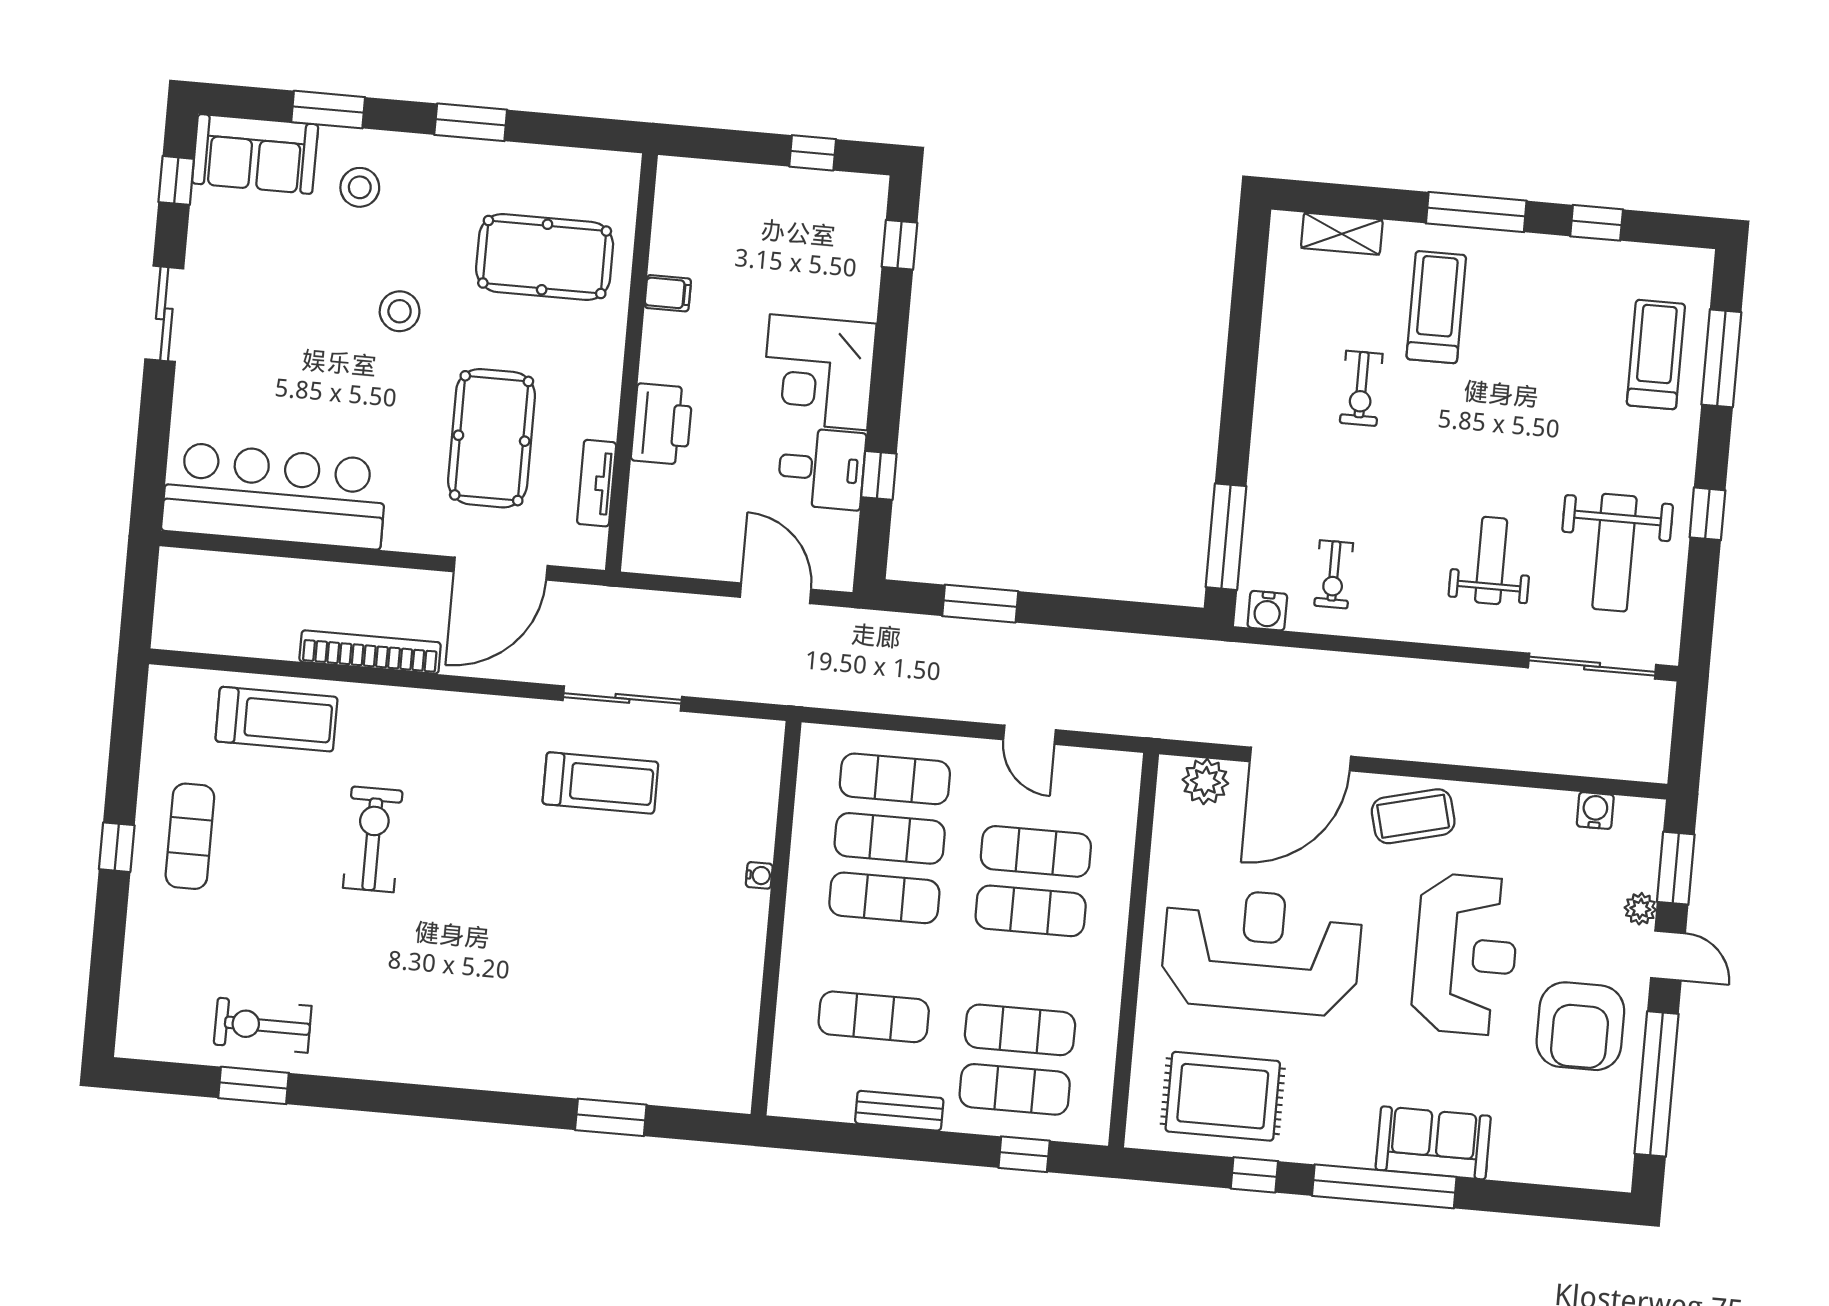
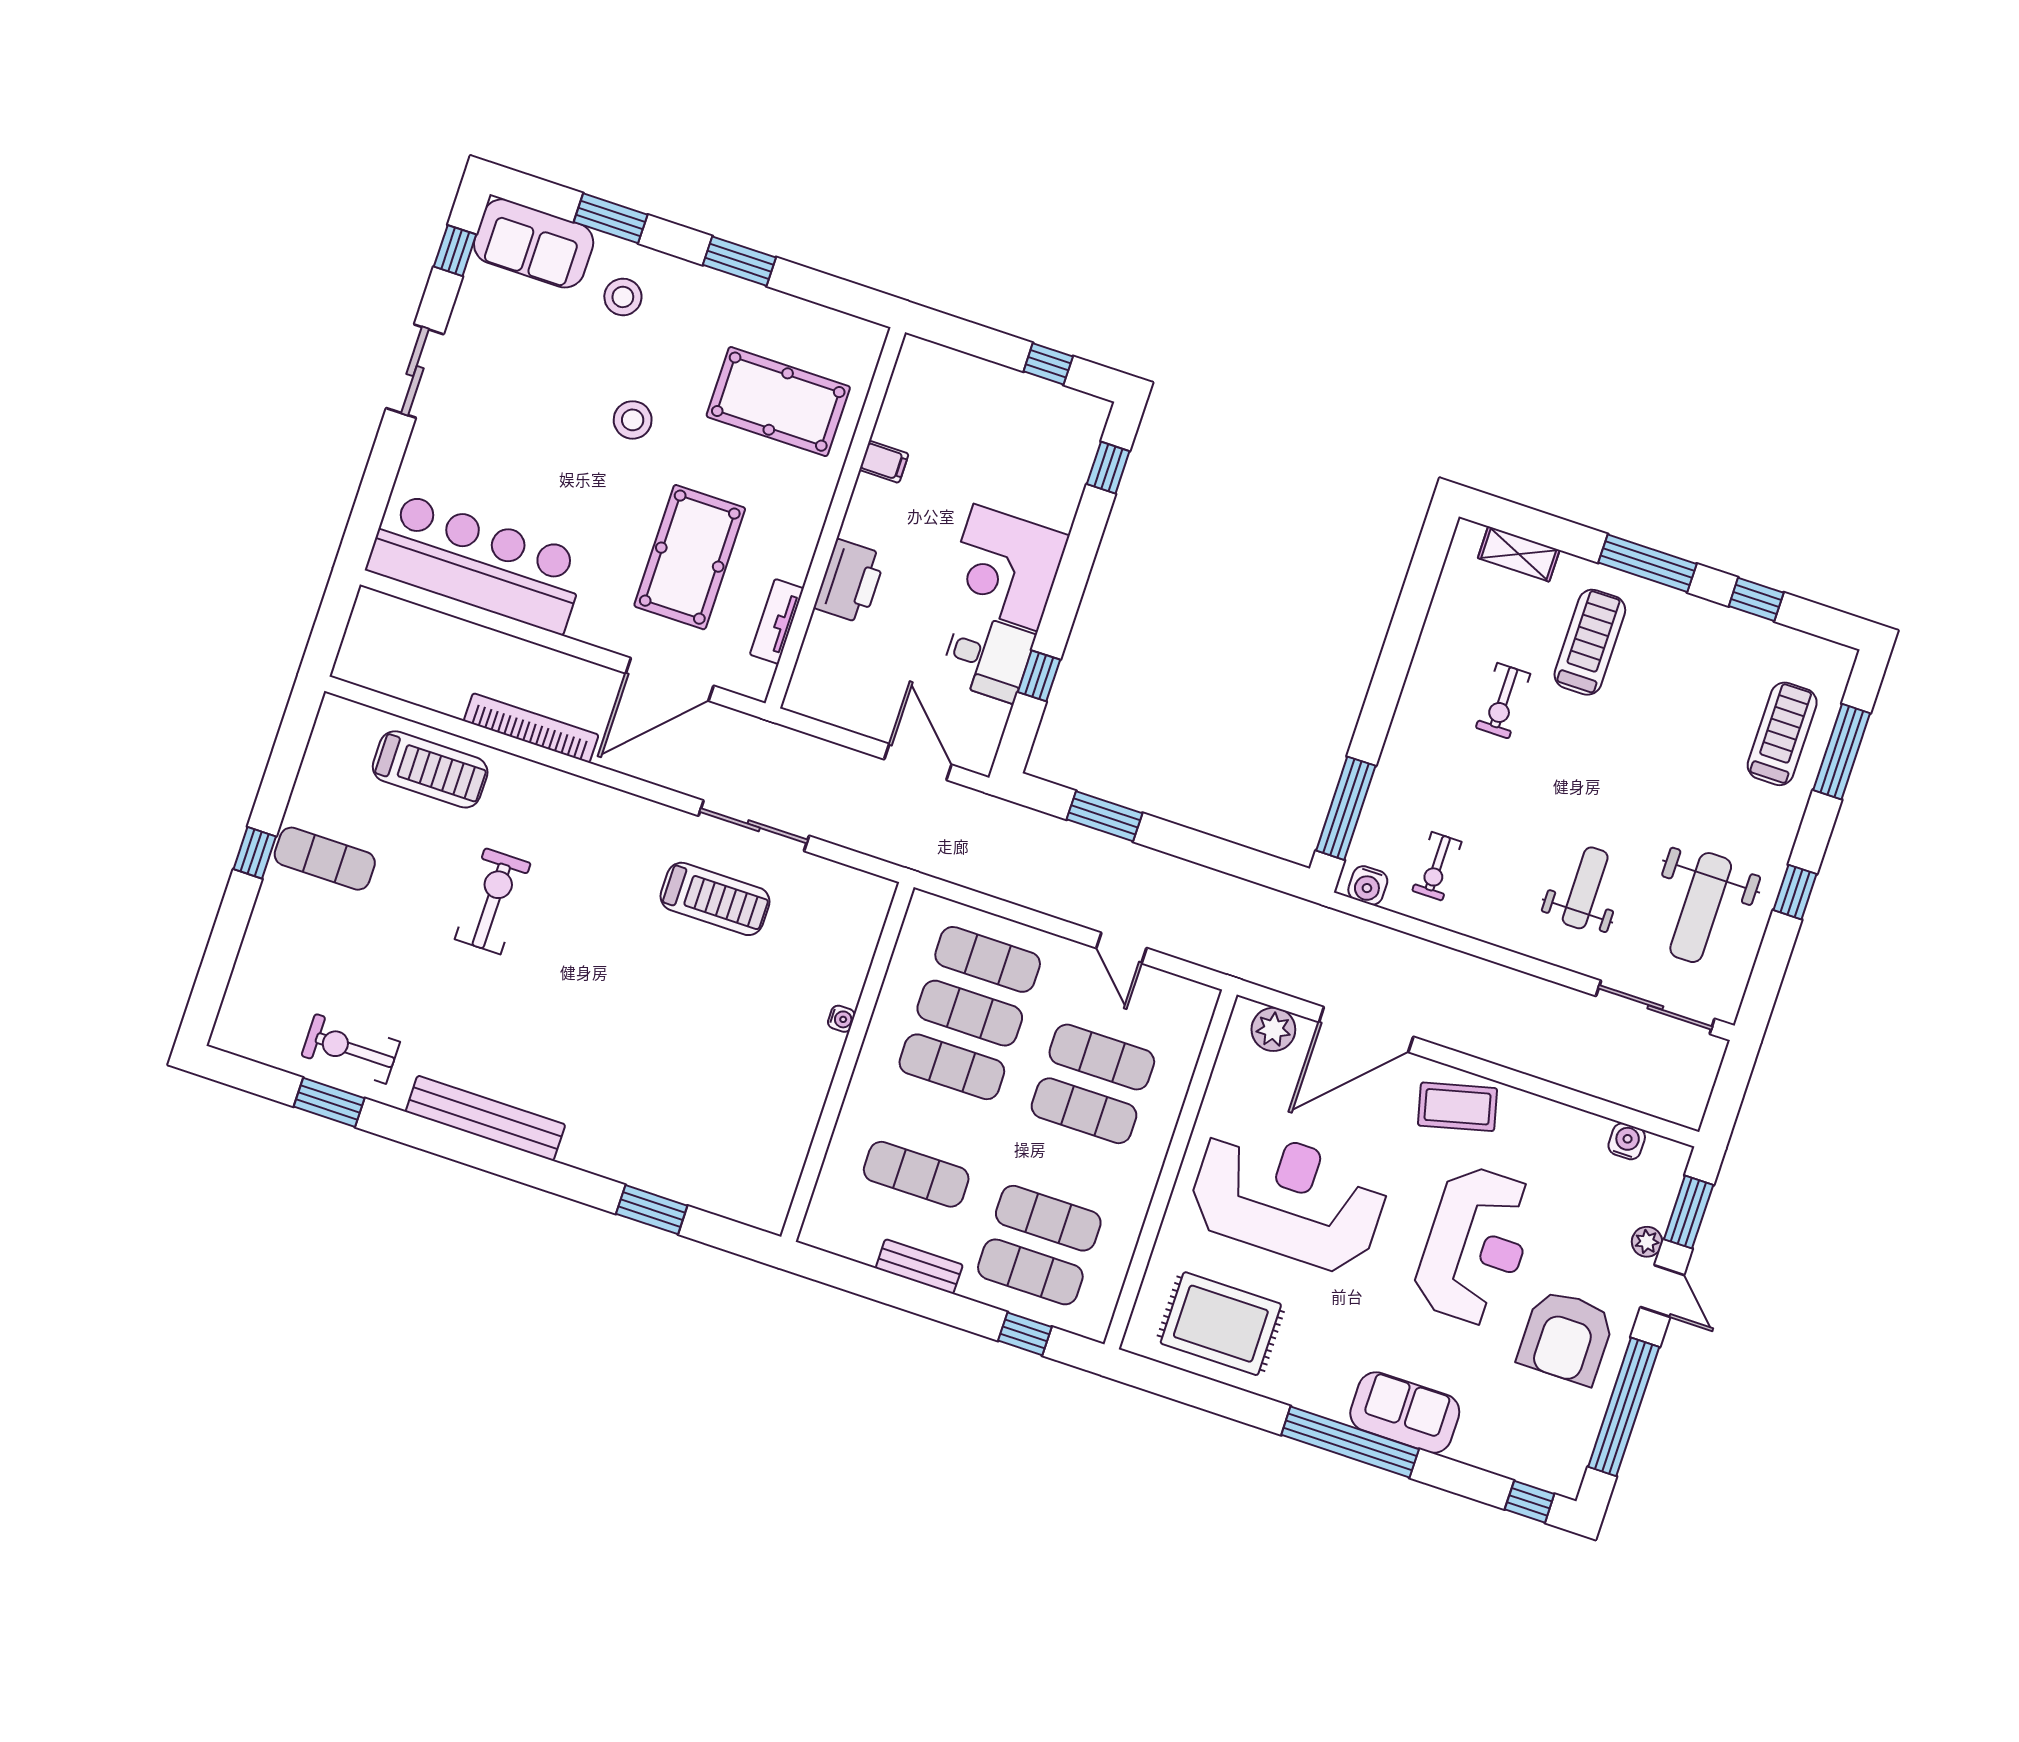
exercise mat: (190, 836) -> (325, 859), turned 90
bench: (418, 1064) -> (485, 1118), added
window: (1254, 1175) -> (1530, 1502), moved

